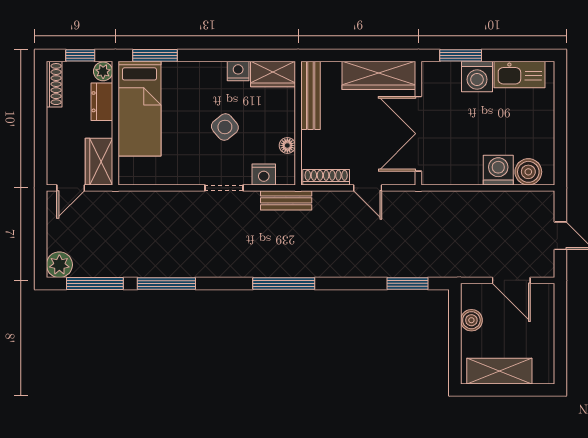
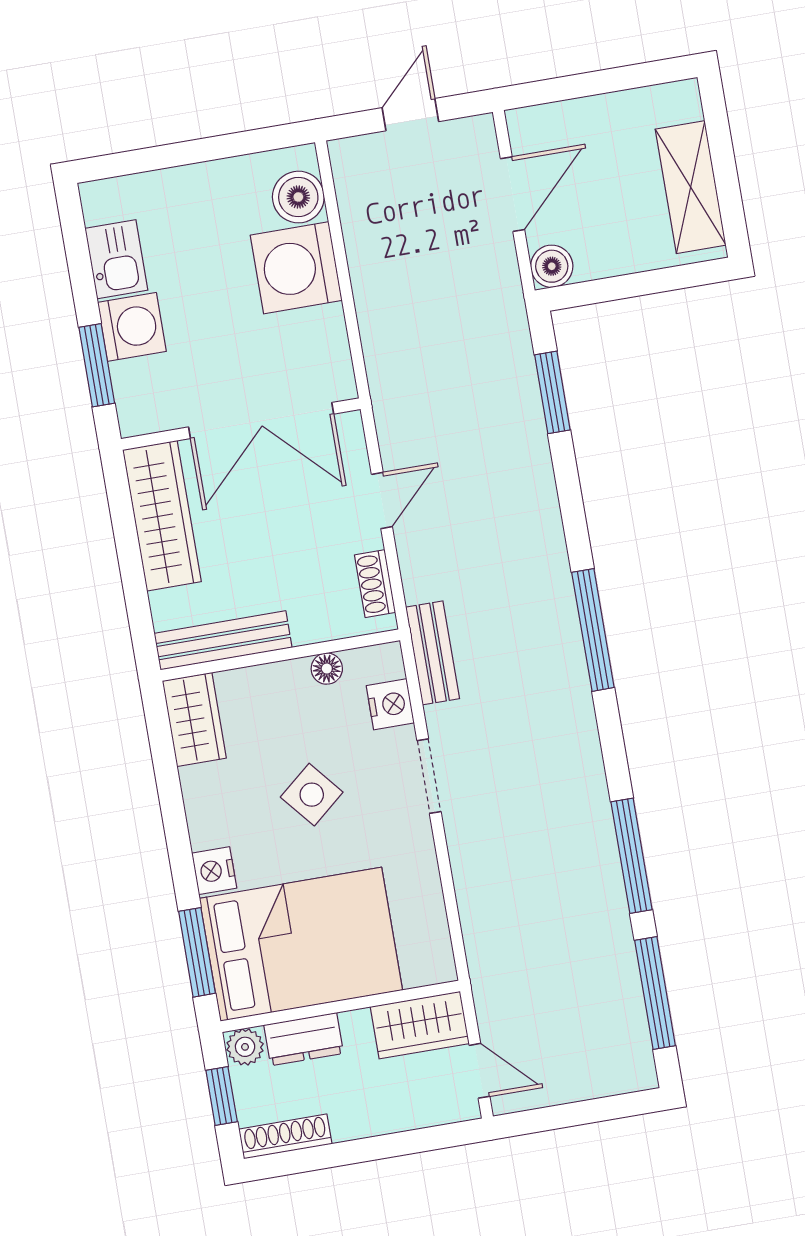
nightstand: (238, 71) -> (214, 871), moved
kitchen sink: (519, 74) -> (116, 259), width x0.73
bed: (139, 109) -> (301, 944), width x1.50
washing machine: (498, 170) -> (296, 268), width x1.37, depth x1.37
shoe rack: (326, 177) -> (375, 584), width x0.70
plant: (59, 265) -> (631, 1067), removed
boiler: (471, 320) -> (552, 266), moved

